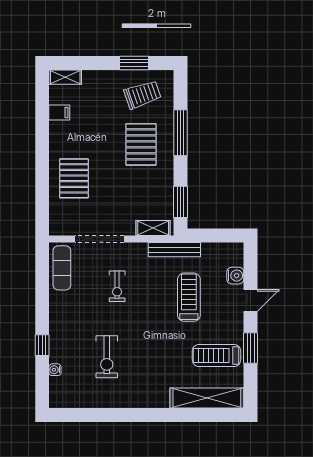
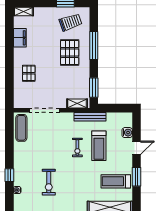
filing cabinet: (59, 113) -> (20, 38), width x2.00
pallet: (74, 178) -> (29, 73), width x0.67, depth x0.71
exercise bike: (117, 286) -> (77, 147), moved
treadmill: (189, 297) -> (99, 146), turned 180

